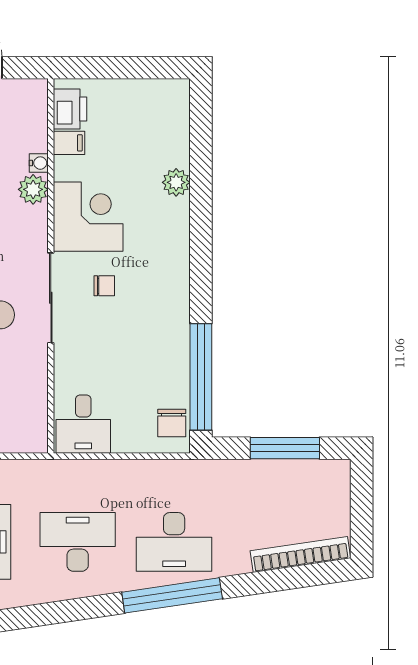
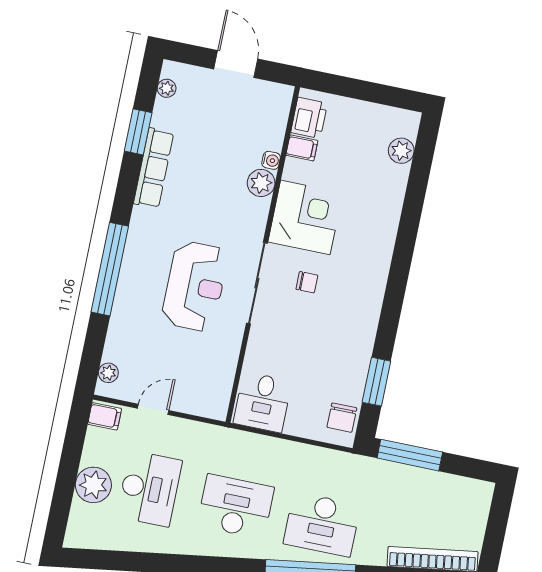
plant: (176, 182) -> (401, 151), moved
window: (201, 377) -> (376, 382), width x0.47
window: (285, 448) -> (410, 455), moved

